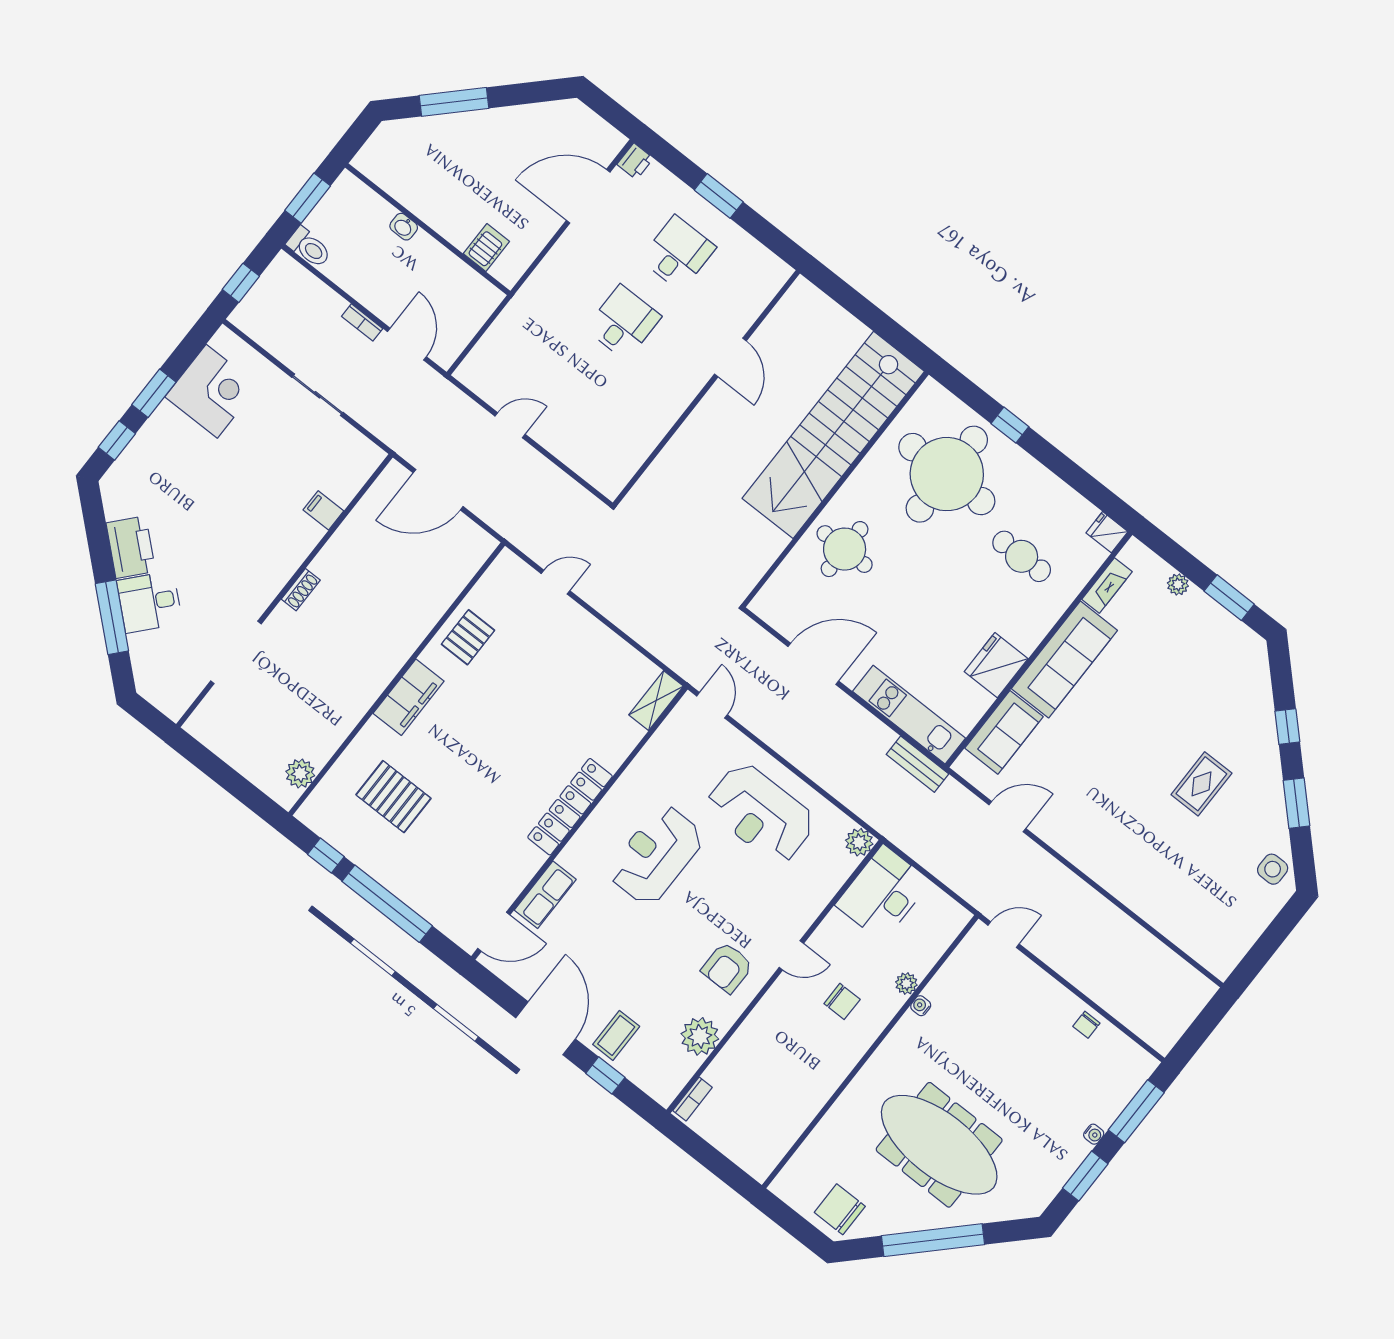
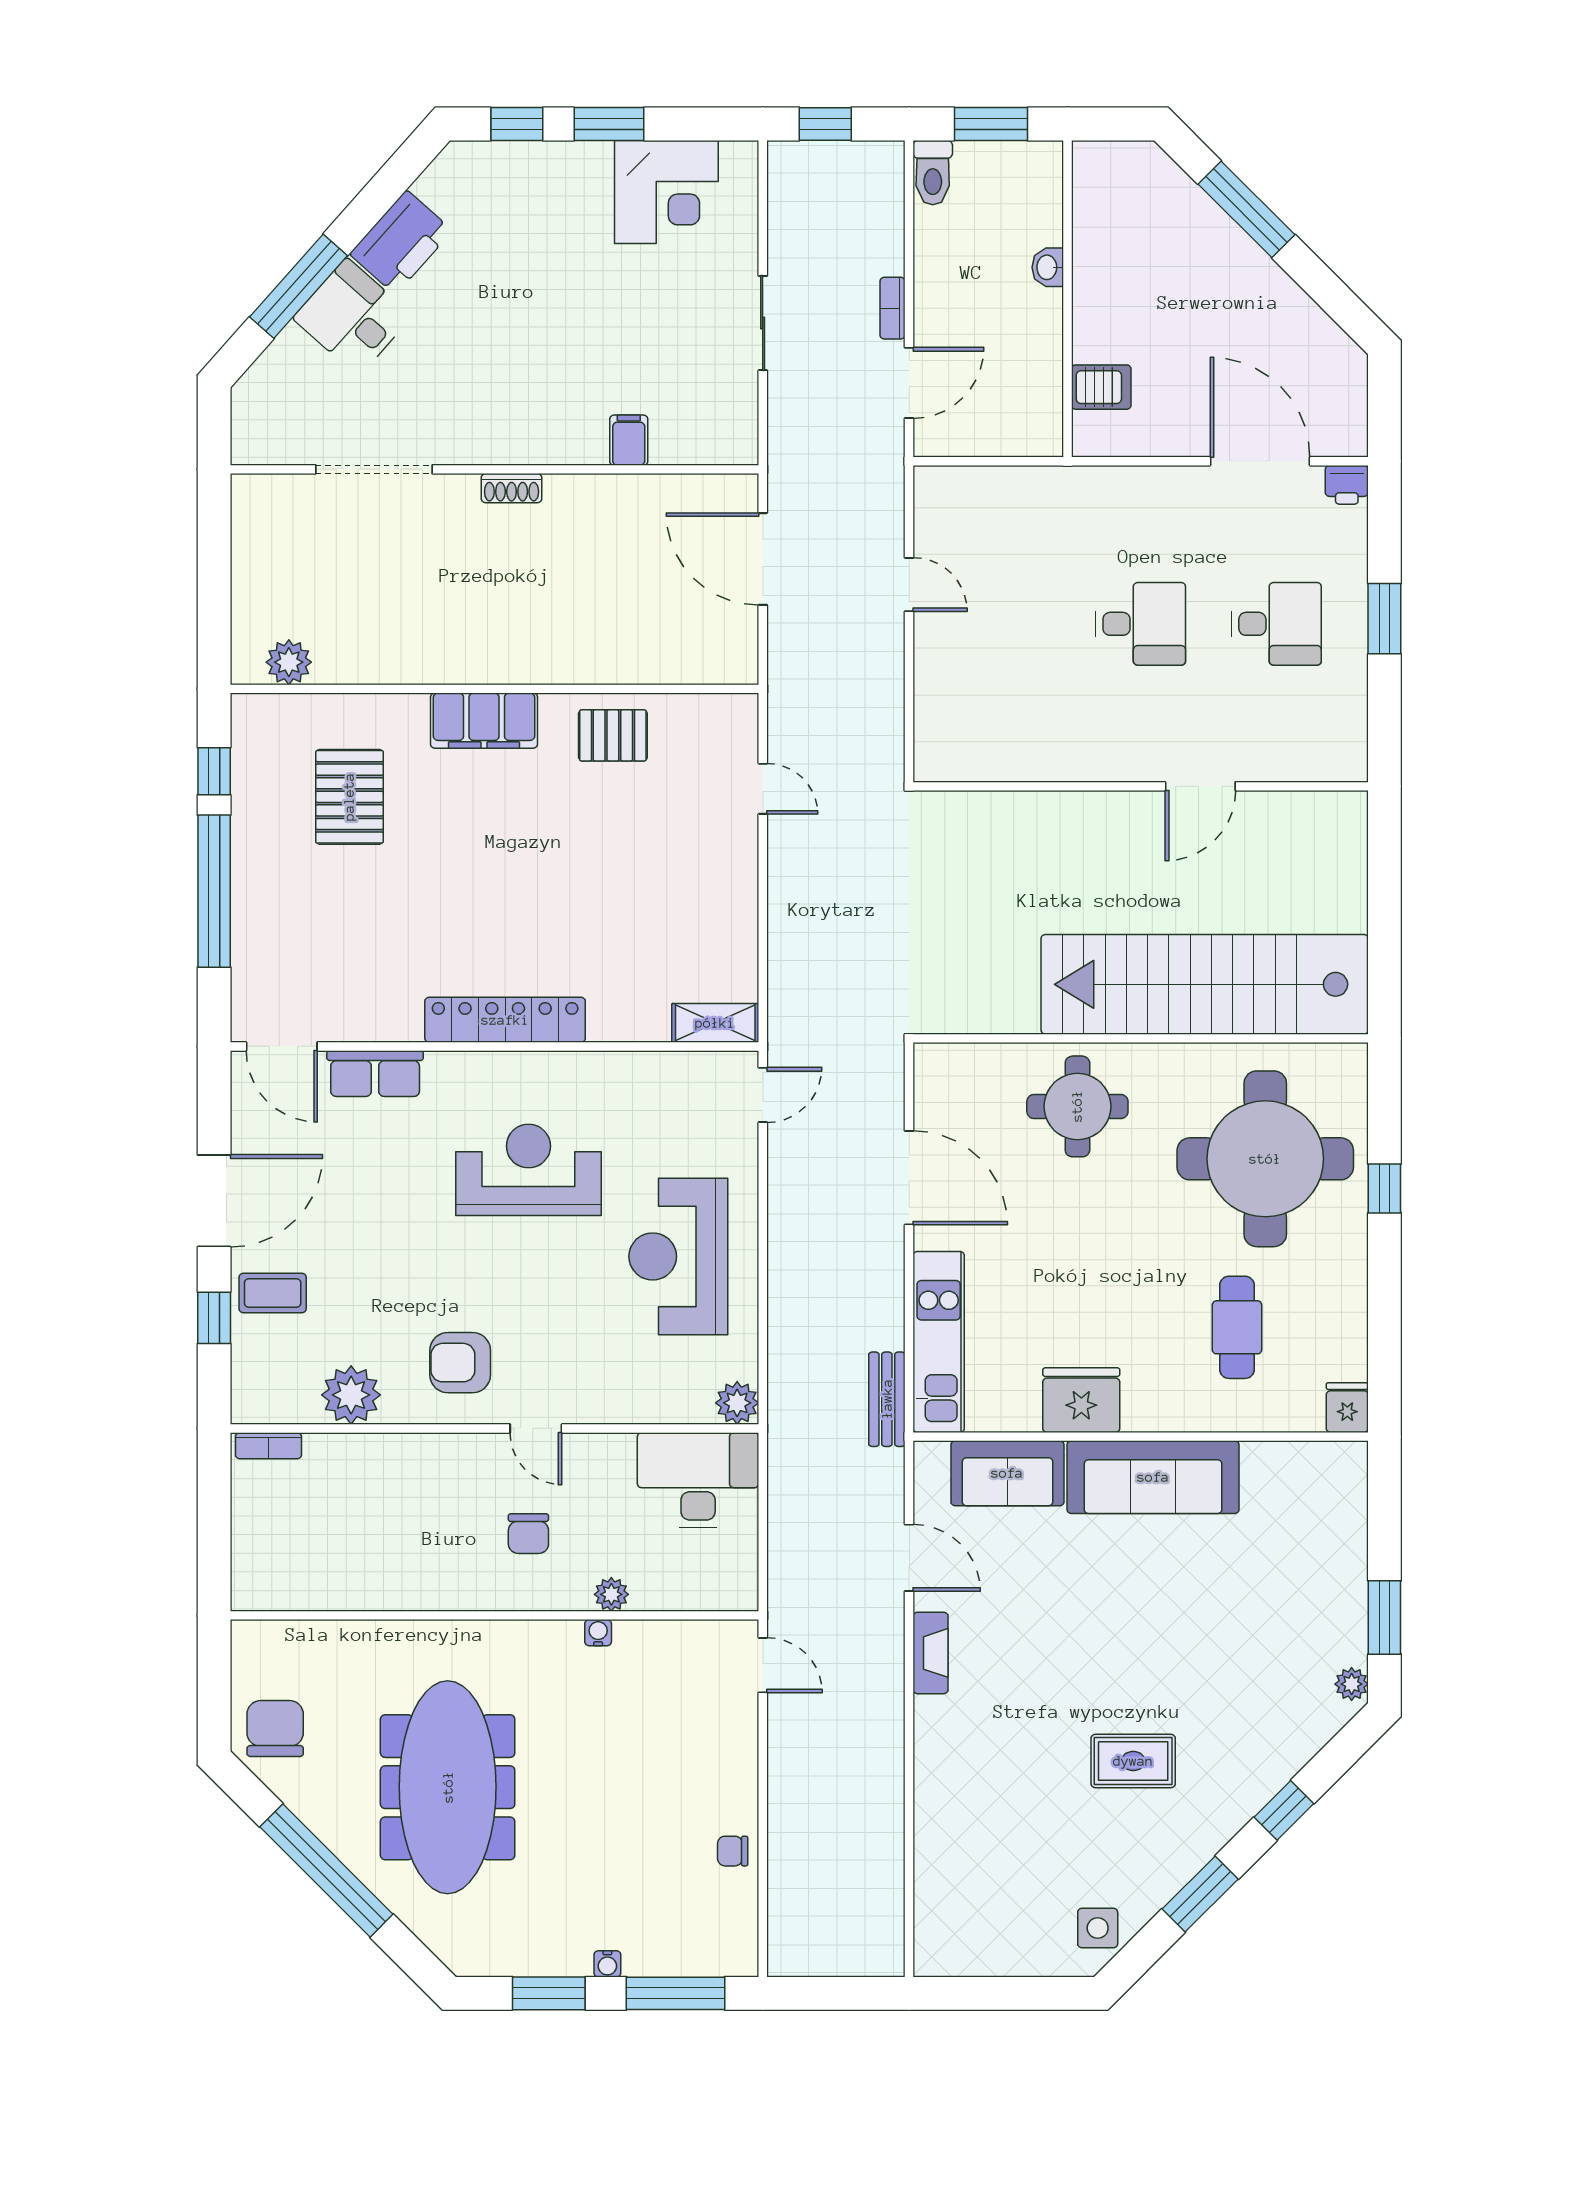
plant: (1178, 584) -> (1352, 1684), moved
fireplace: (1107, 585) -> (931, 1653), moved, turned -90

